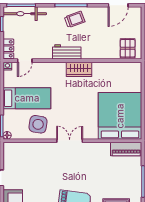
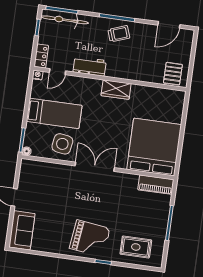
workbench: (67, 52) -> (90, 66), moved
double door: (70, 141) -> (95, 167), width x1.37

